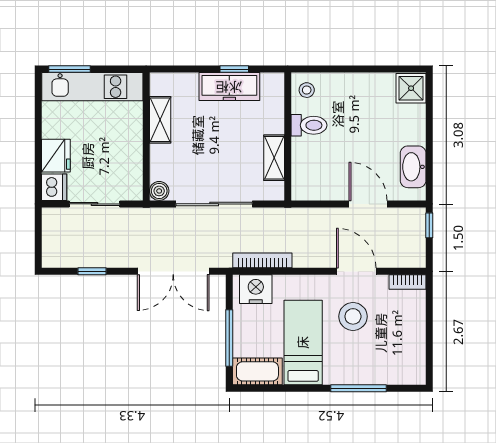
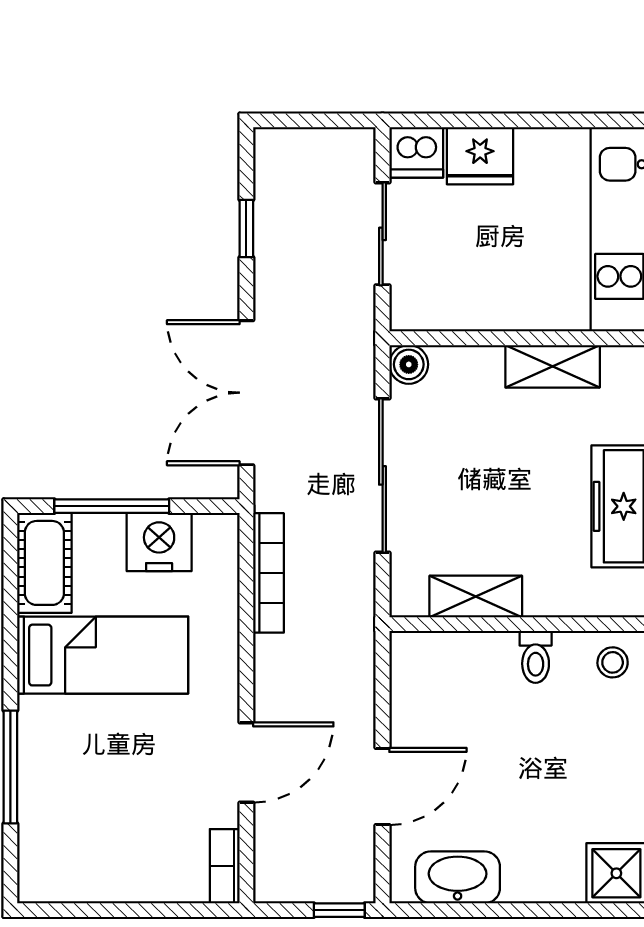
toilet: (309, 125) -> (536, 657), width x0.73, depth x0.72
nightstand: (256, 289) -> (159, 542), moved, turned -90
stool: (353, 316) -> (155, 756), removed

